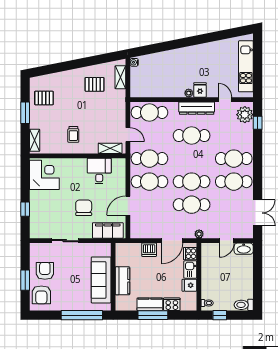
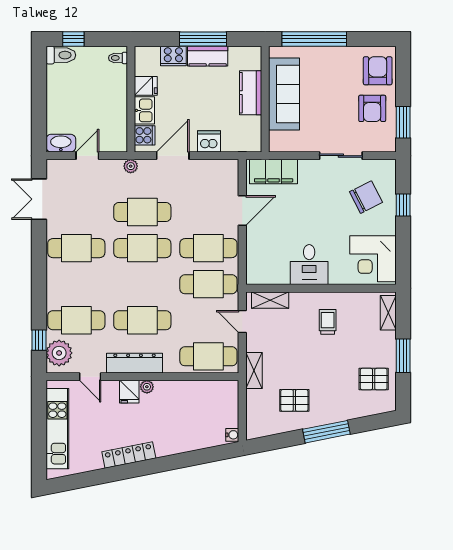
locker: (200, 49) -> (129, 455), added
window: (74, 64) -> (326, 432), added
shelving: (120, 77) -> (254, 370), moved
cafe table: (234, 159) -> (76, 320), moved
desk: (99, 171) -> (309, 265), moved
chair: (84, 208) -> (366, 197), moved, turned -117
window: (25, 280) -> (403, 122), moved
window: (220, 315) -> (73, 39), moved

